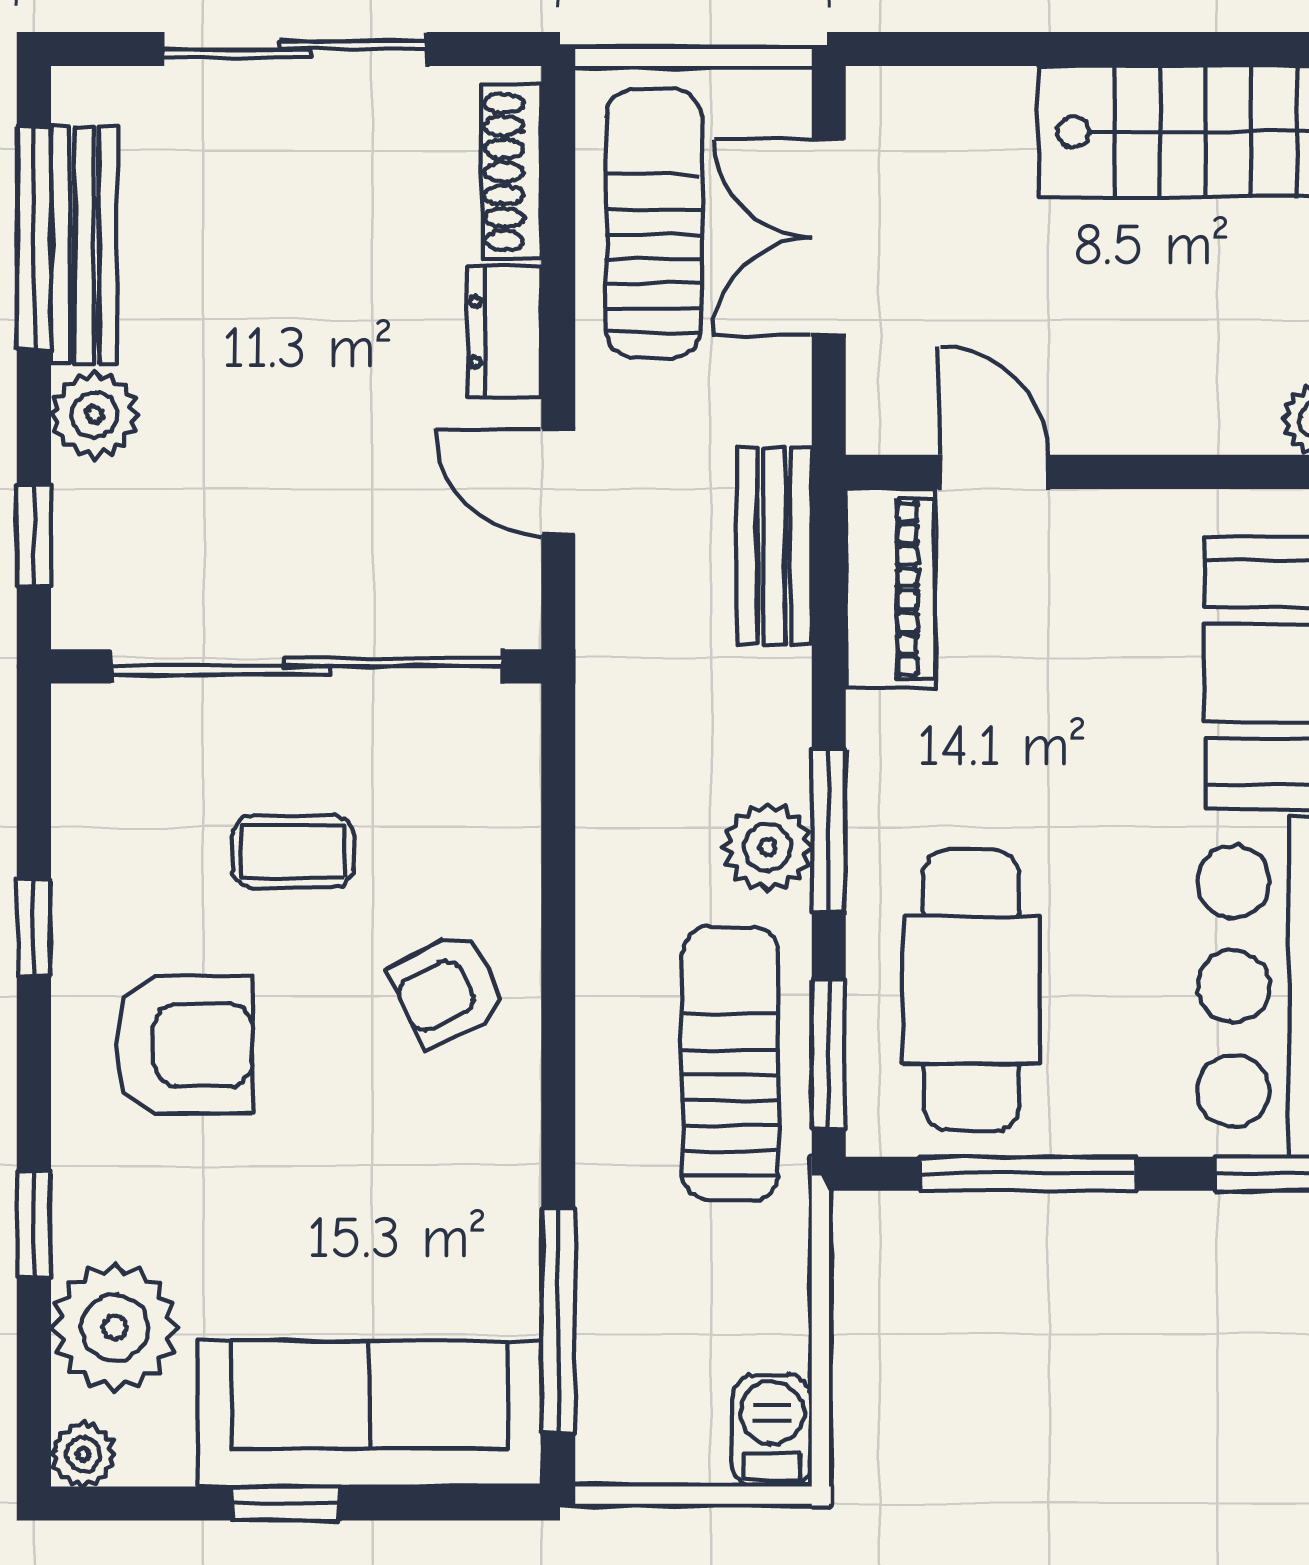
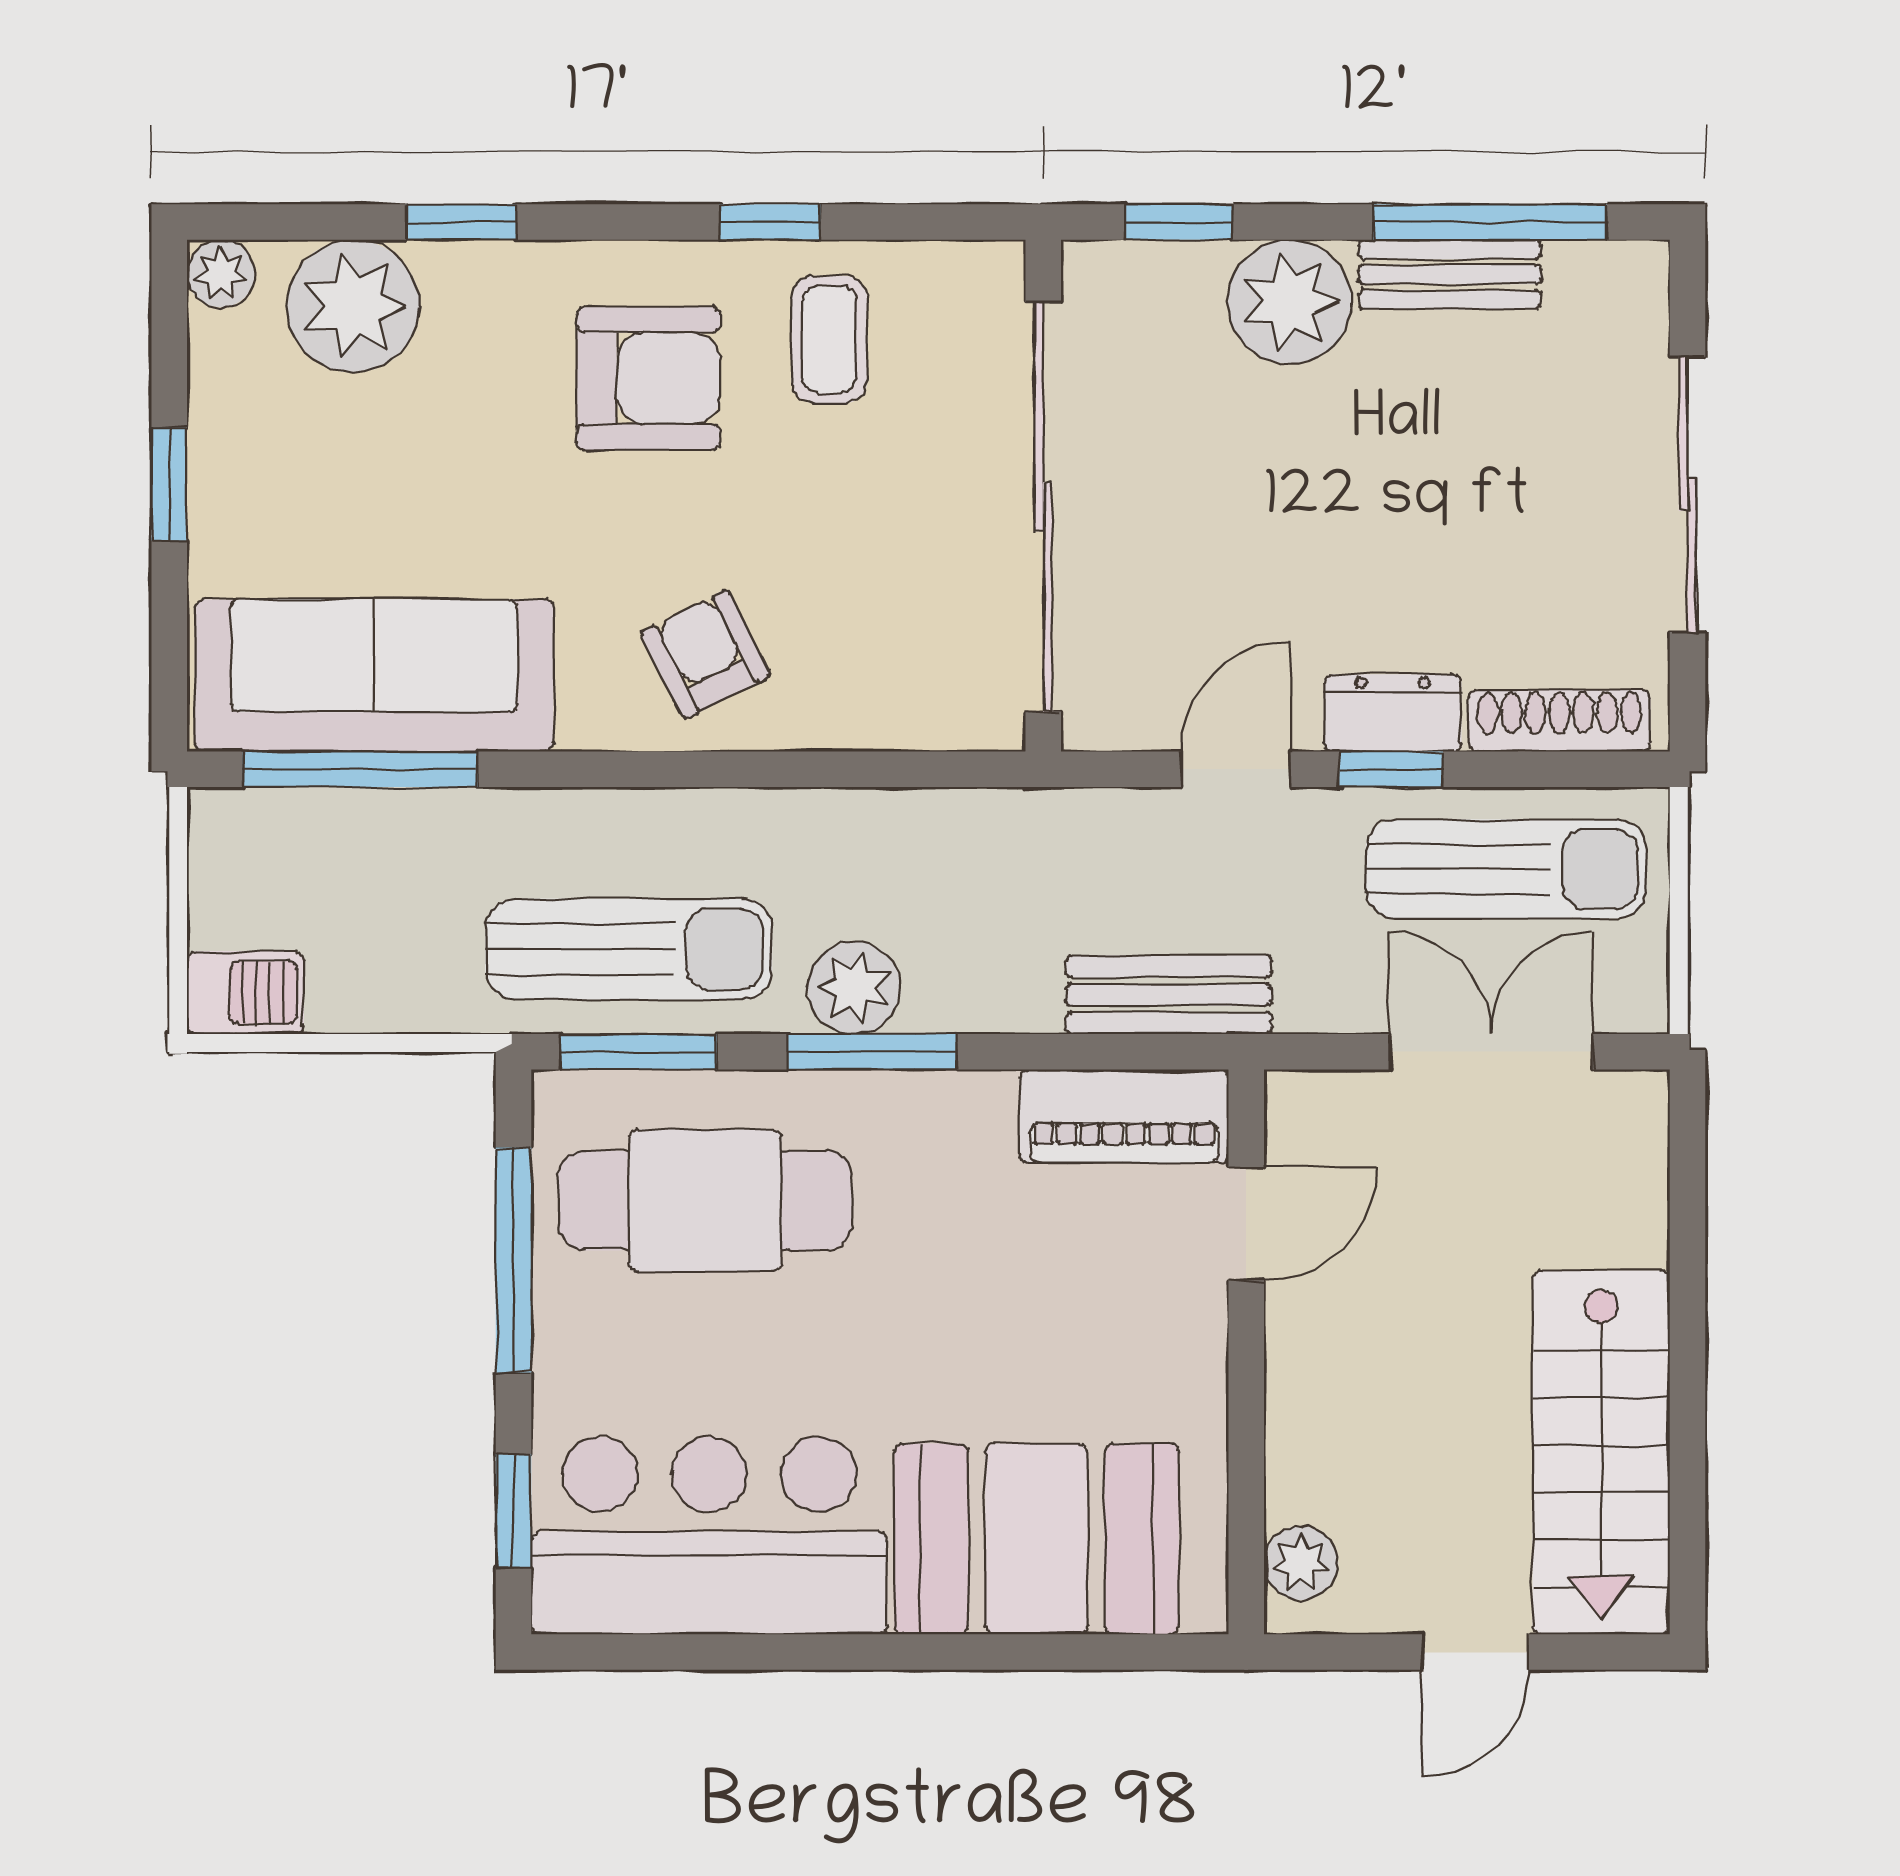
bench: (84, 245) -> (1450, 274), width x0.73
window: (558, 333) -> (1391, 769), added
plant: (94, 414) -> (1290, 302), width x1.36, depth x1.36
coffee table: (293, 851) -> (829, 340), moved
armchair: (184, 1045) -> (648, 378), turned -90
sofa: (370, 1414) -> (374, 675), moved, turned -90

